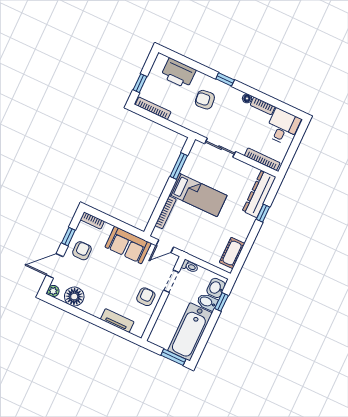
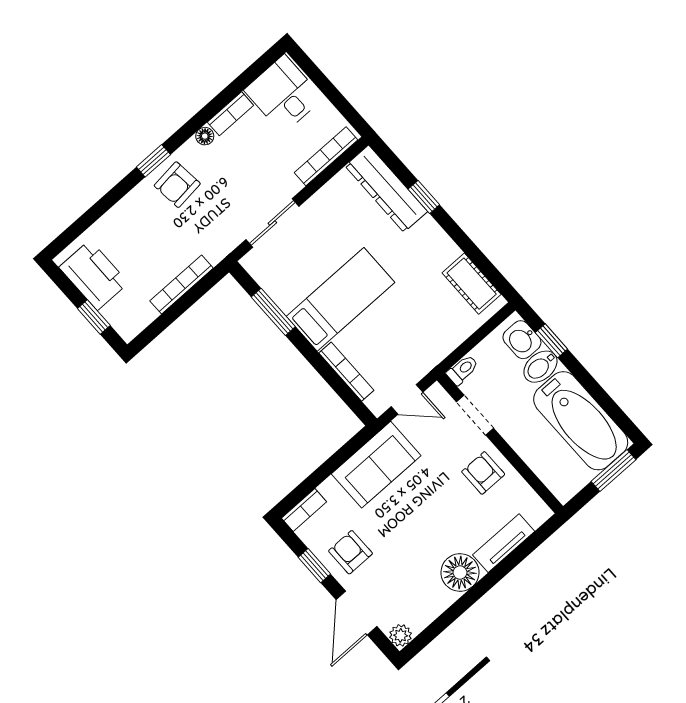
printer: (178, 73) -> (94, 275), moved, turned -90
armchair: (205, 100) -> (177, 185), moved
bookcase: (153, 108) -> (182, 284), moved
door: (165, 246) -> (407, 399), hinge flipped
floor lamp: (74, 297) -> (460, 573), moved

